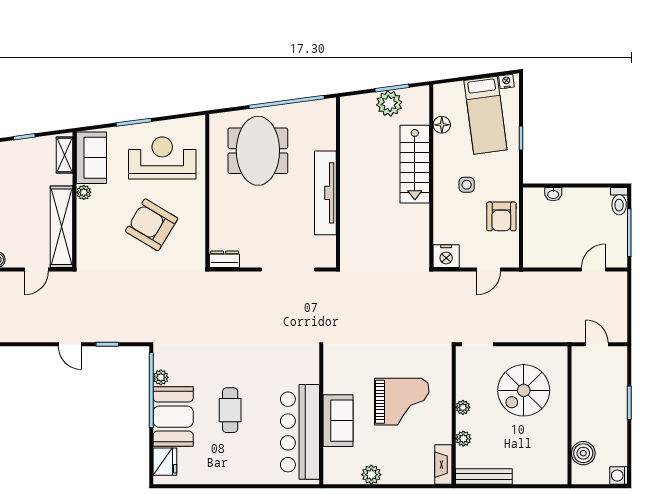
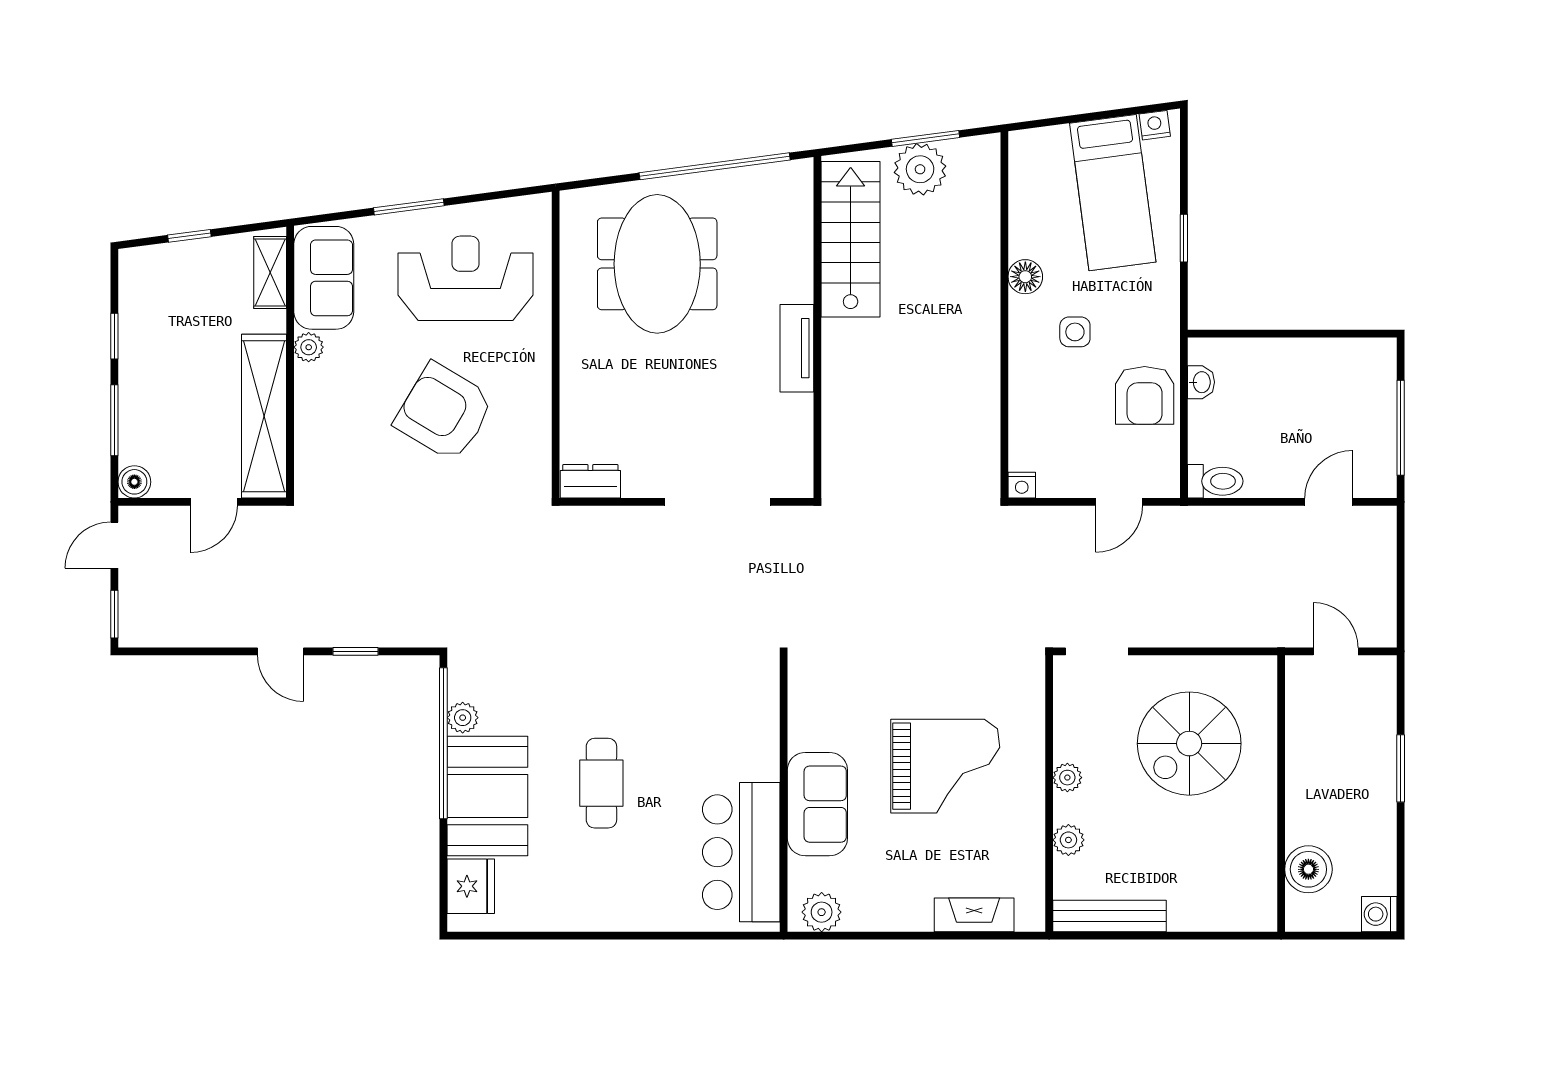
floor lamp: (442, 125) -> (1025, 277), moved
stairs: (415, 164) -> (851, 239), moved, turned 180
tv unit: (325, 193) -> (797, 348), width x0.52, depth x0.78
washbasin: (553, 194) -> (1201, 382), moved, turned -90
toilet: (619, 201) -> (1215, 481), moved, turned -90
nightstand: (446, 256) -> (1022, 485), width x0.53, depth x0.56
bar counter: (300, 432) -> (741, 852), width x0.73
fireplace: (443, 465) -> (974, 915), moved, turned 90
plant: (371, 475) -> (822, 912), moved

